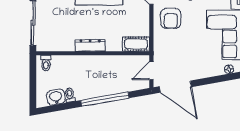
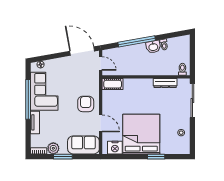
dresser: (90, 45) -> (165, 83), moved
door: (151, 71) -> (101, 63), hinge flipped
washbasin: (56, 97) -> (153, 47), moved

